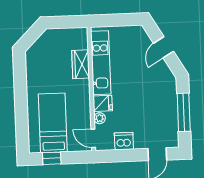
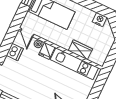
nightstand: (32, 60) -> (100, 20), added
door: (93, 138) -> (27, 33), swing flipped

